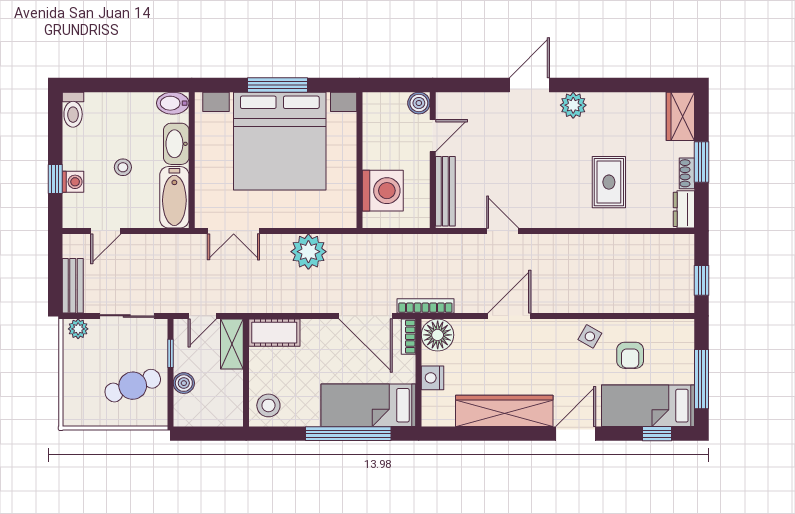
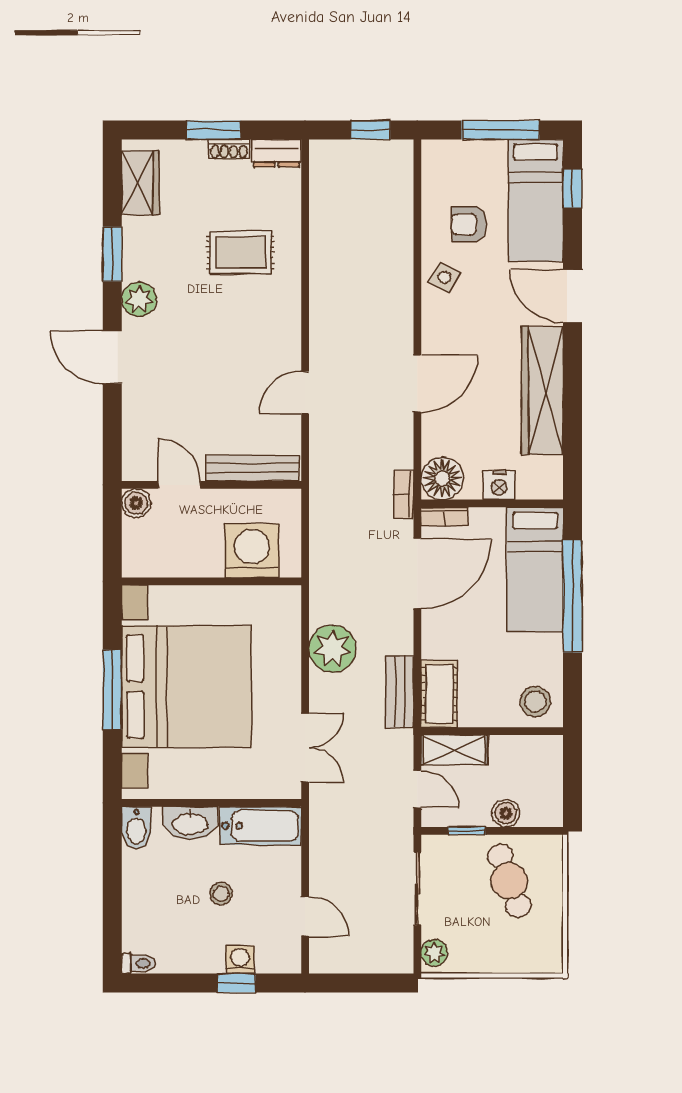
window: (607, 85) -> (112, 254), added
toilet: (73, 110) -> (138, 963), width x0.73, depth x0.72
wardrobe: (680, 116) -> (140, 183), moved, turned -90
bench: (73, 286) -> (400, 692), moved, turned 90
bookcase: (425, 306) -> (404, 494), width x0.64
door: (509, 316) -> (417, 384), swing flipped
armchair: (630, 355) -> (469, 224), turned 180

